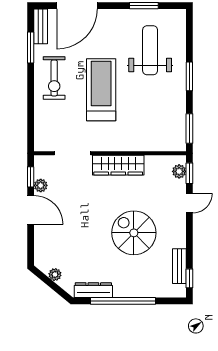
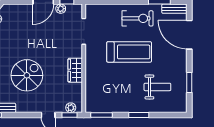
weight bench: (150, 50) -> (157, 87), width x0.73, depth x0.75
exercise bike: (54, 78) -> (138, 18), turned 180
wardrobe: (118, 165) -> (75, 70), width x0.67

